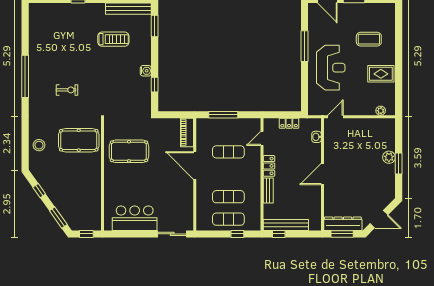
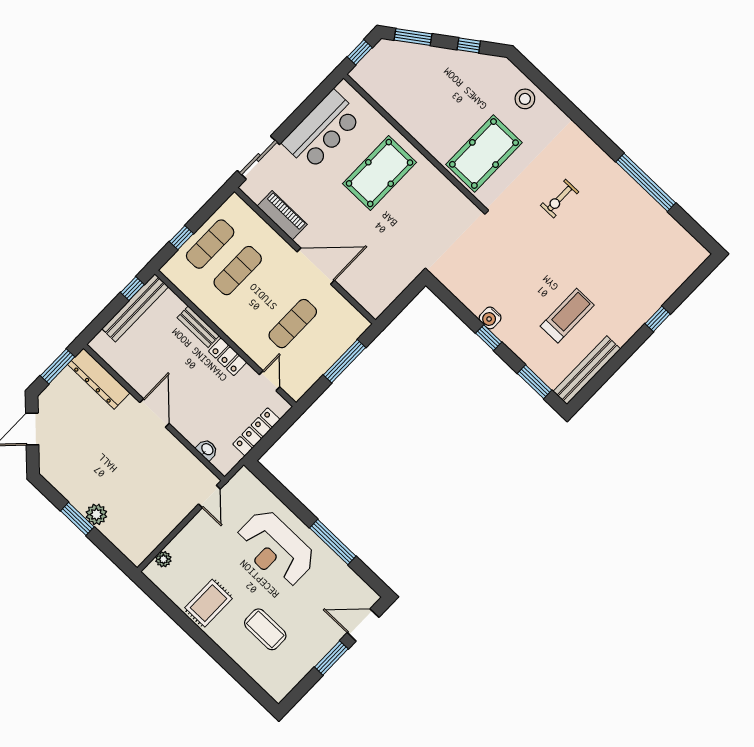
treadmill: (113, 39) -> (567, 316), turned 180
coffee table: (369, 39) -> (265, 629), turned 90
window: (25, 76) -> (646, 182), moved
window: (155, 85) -> (489, 338), moved
locker: (289, 123) -> (256, 432), width x1.53
piano: (187, 132) -> (282, 215), moved
pool table: (129, 151) -> (380, 173), moved
dresser: (343, 224) -> (99, 379), moved, turned 90

